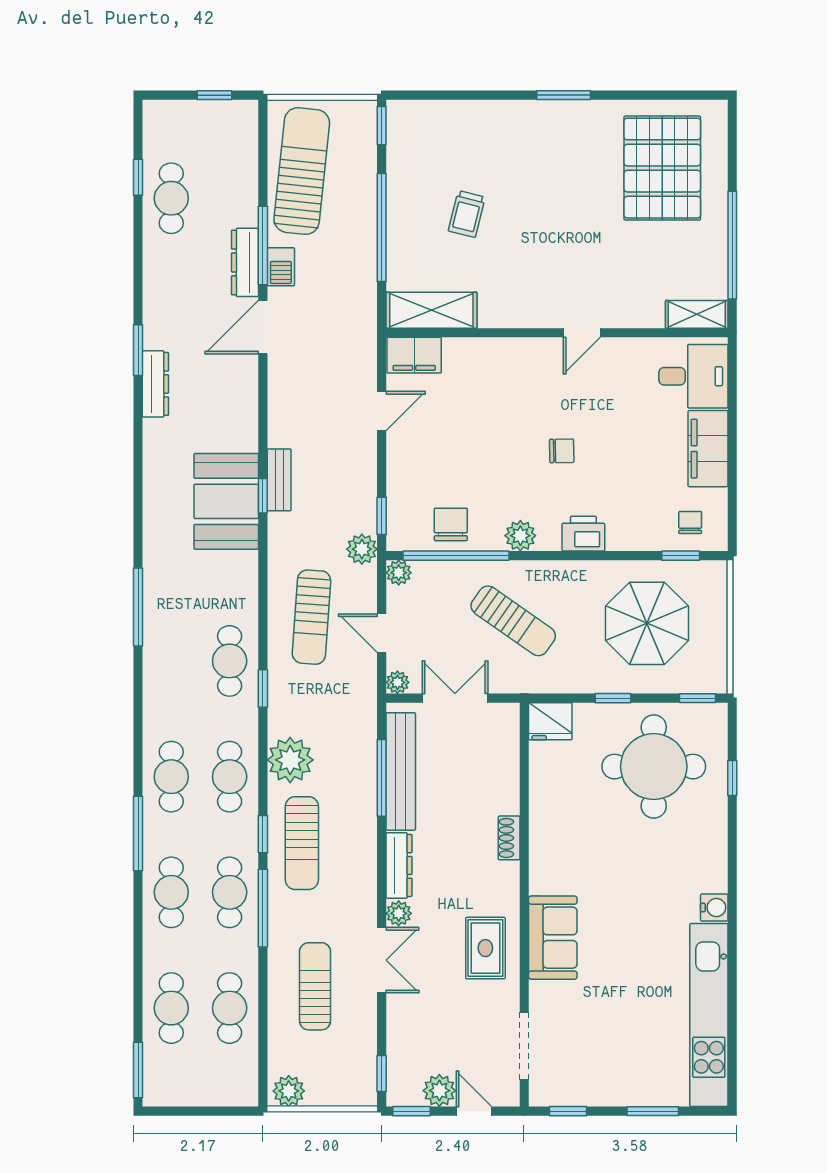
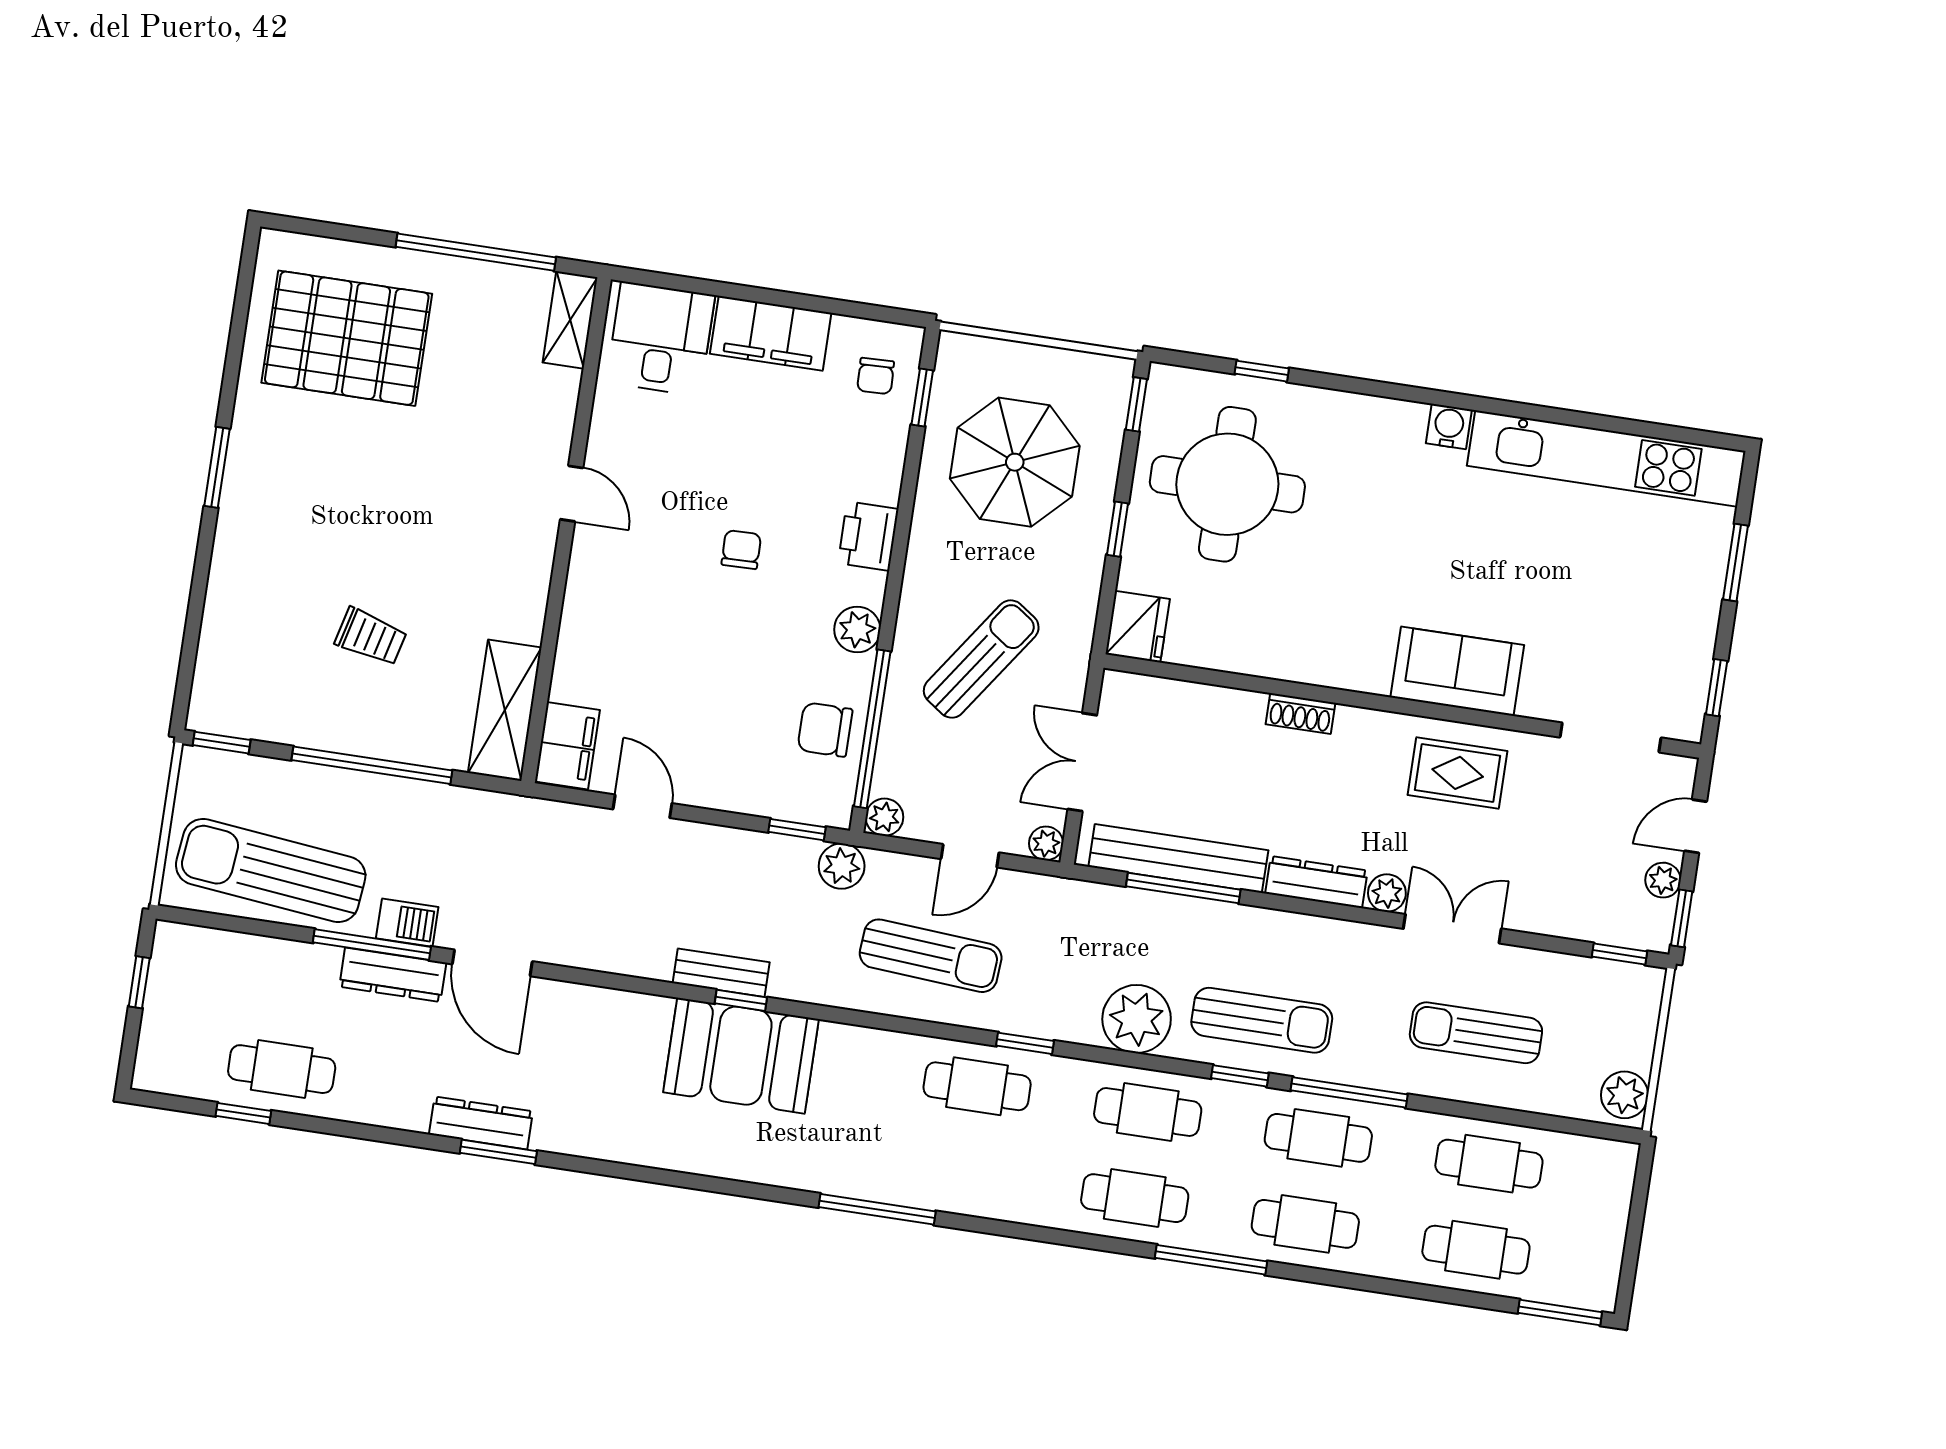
dresser: (155, 384) -> (481, 1123), moved
chair: (690, 522) -> (876, 376), turned -92
plant: (439, 1091) -> (1663, 880), width x0.73, depth x0.73

